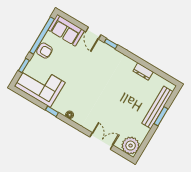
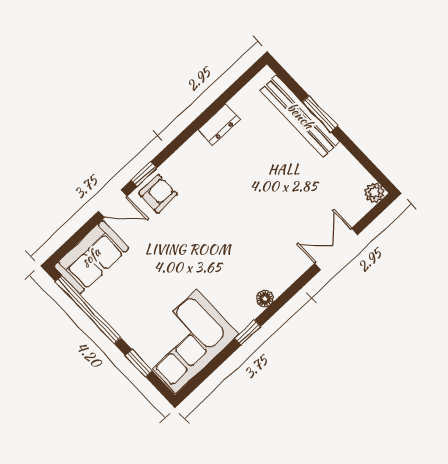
armchair: (44, 51) -> (158, 194), moved
plant: (131, 146) -> (374, 193), width x0.53, depth x0.53

